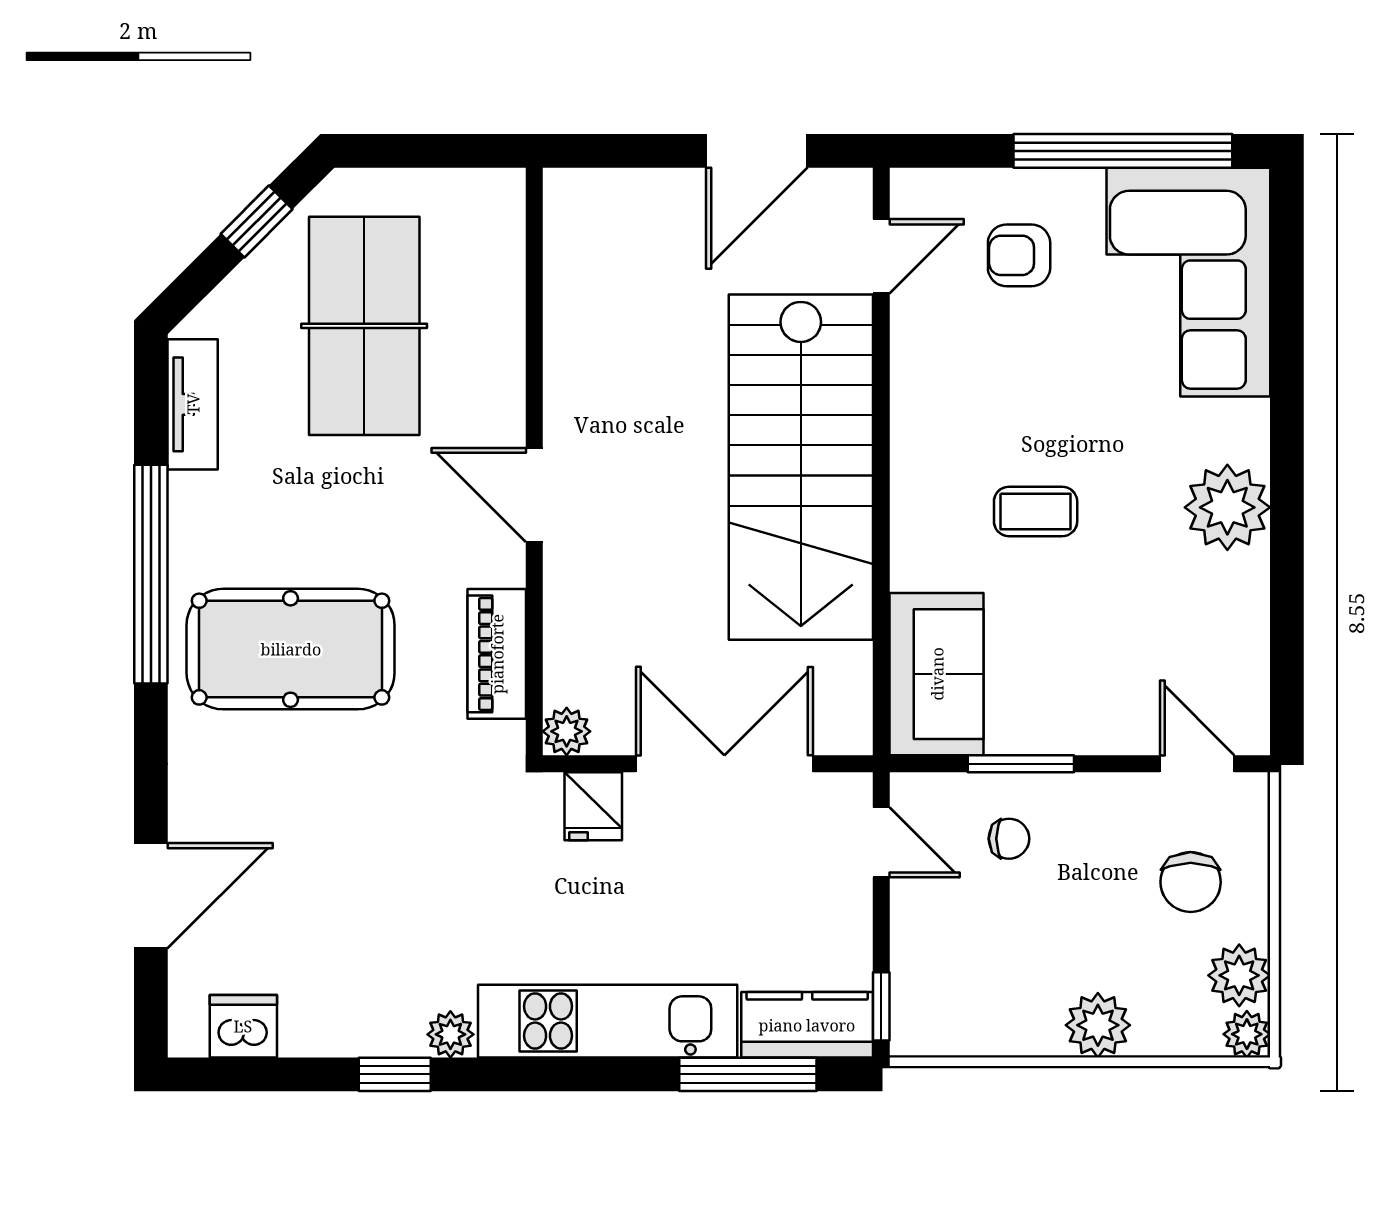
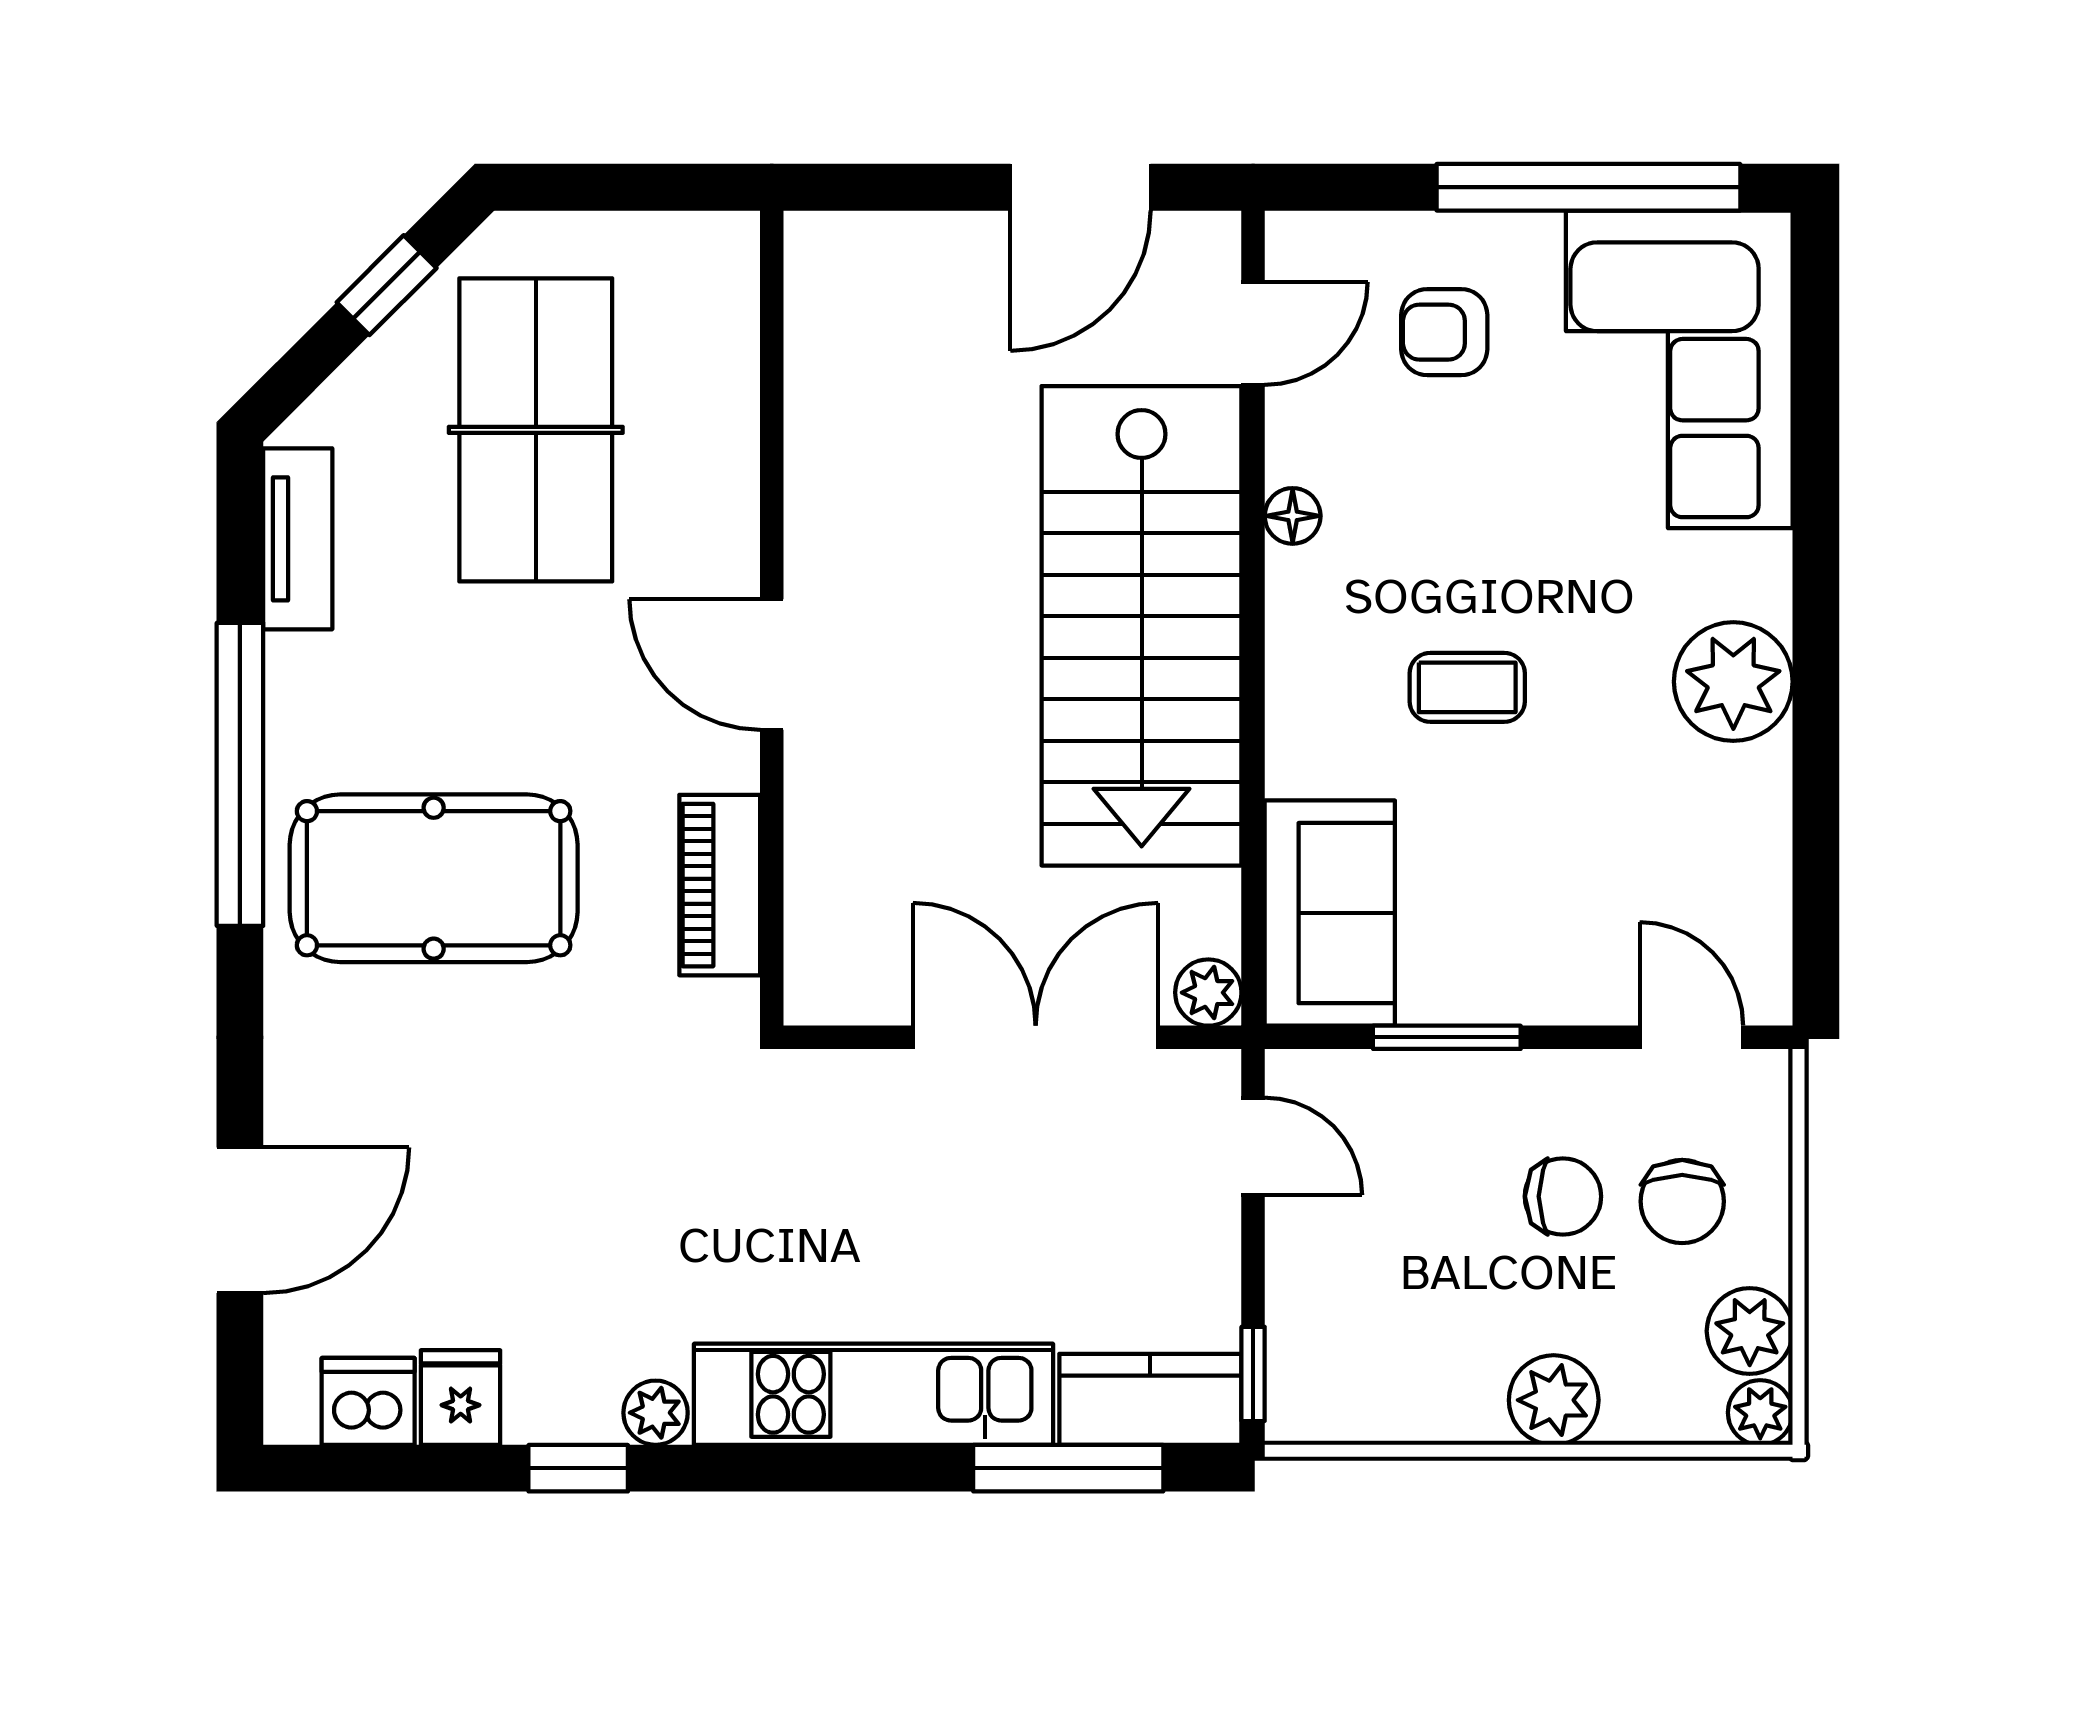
floor lamp: (910, 388) -> (1293, 516), added
plant: (567, 731) -> (1208, 993), moved
fridge: (593, 806) -> (461, 1398), moved, turned 180
chair: (1009, 839) -> (1563, 1196), moved, width x1.37, depth x1.37

